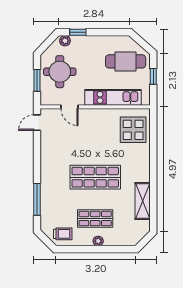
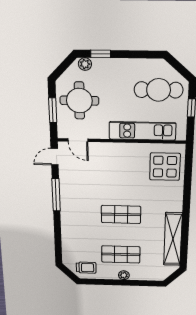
door: (69, 107) -> (78, 140), moved
shop shelf: (95, 177) -> (121, 214), width x0.70, depth x0.74
window: (37, 199) -> (56, 195), moved
shelving: (143, 201) -> (173, 239), width x1.47

